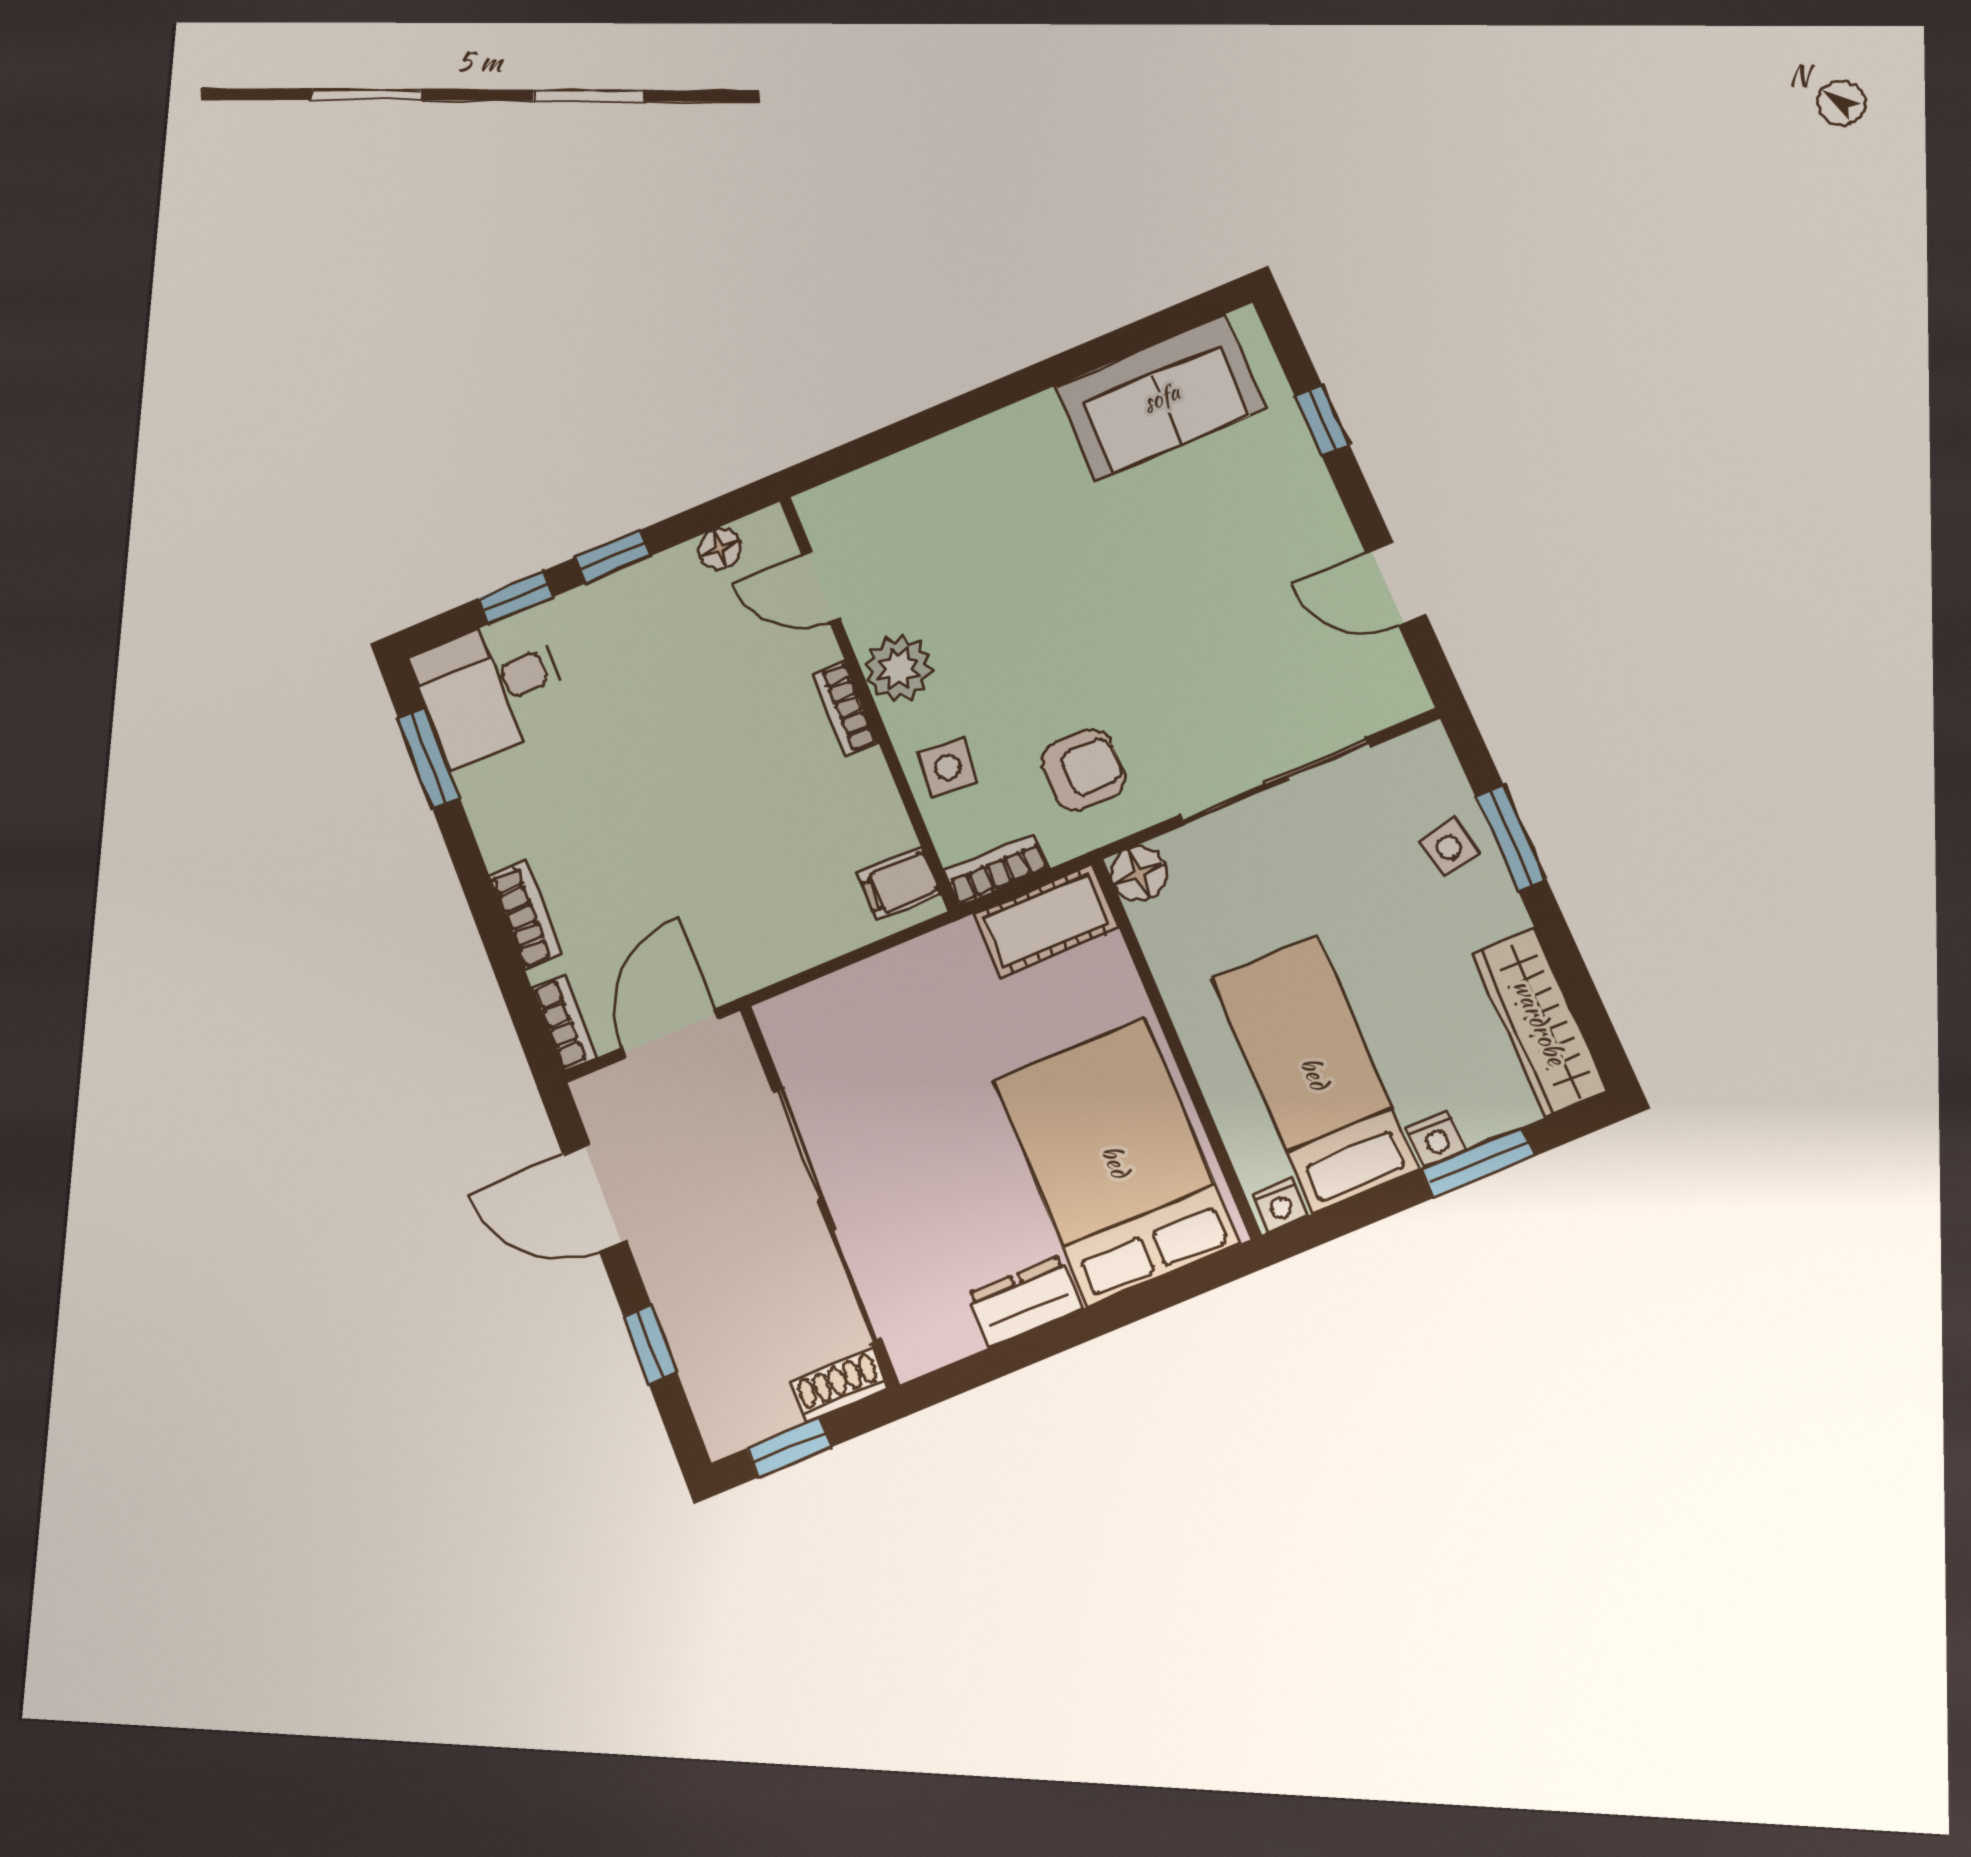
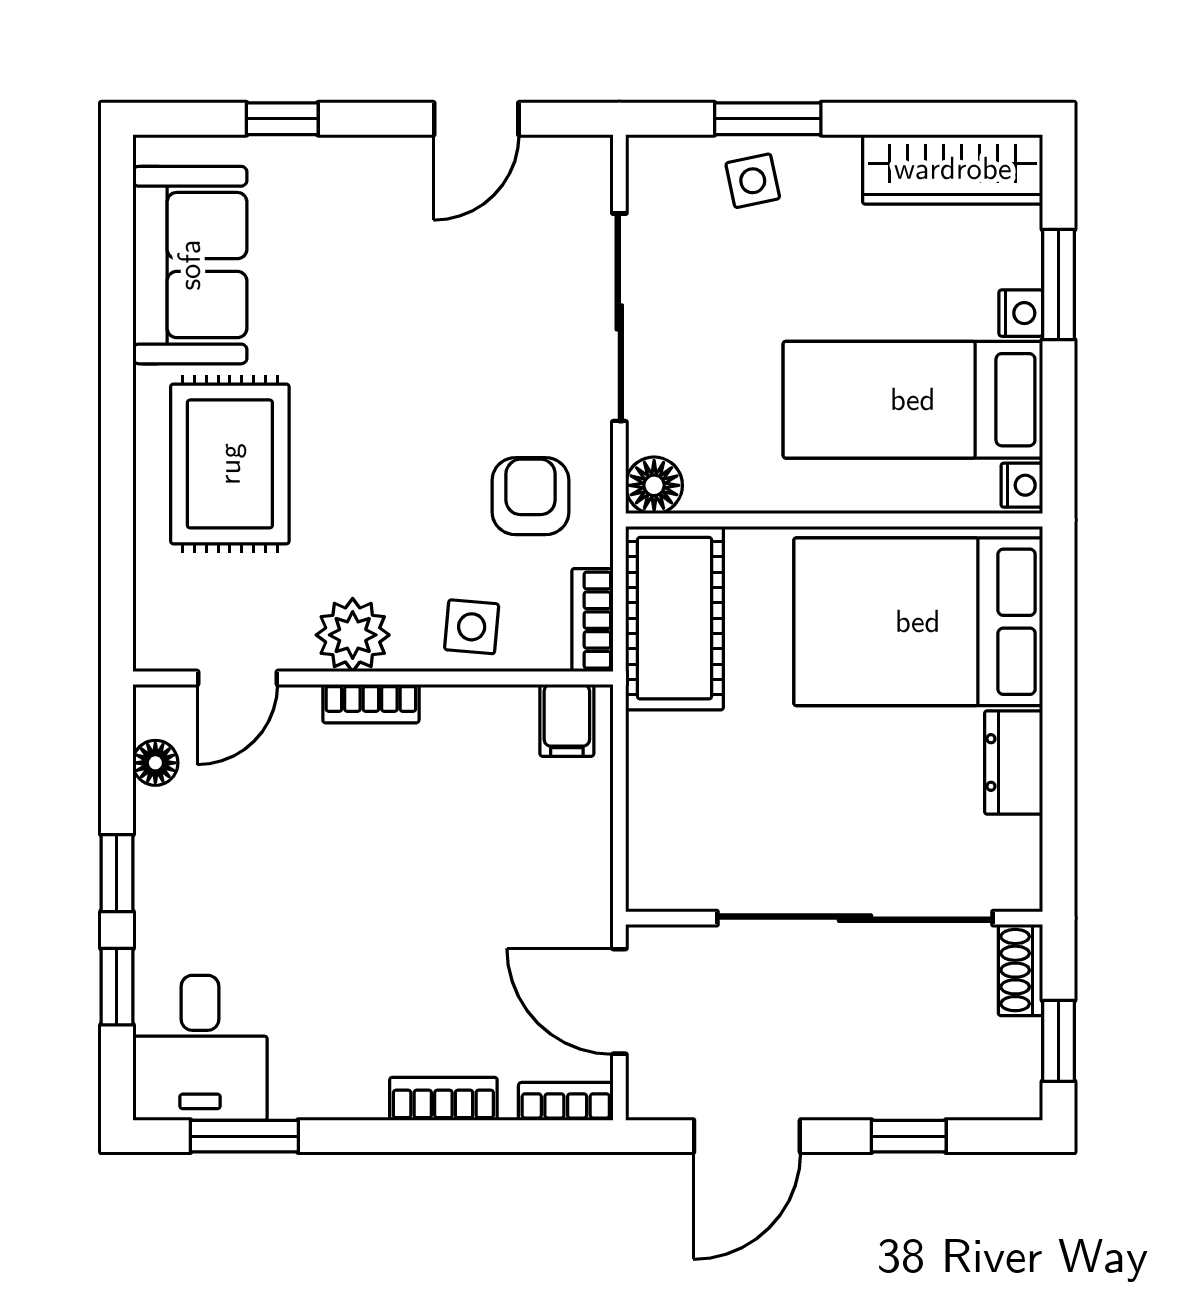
rug: (1003, 503) -> (230, 464), added
cot: (1046, 921) -> (674, 618), width x1.37, depth x1.34

